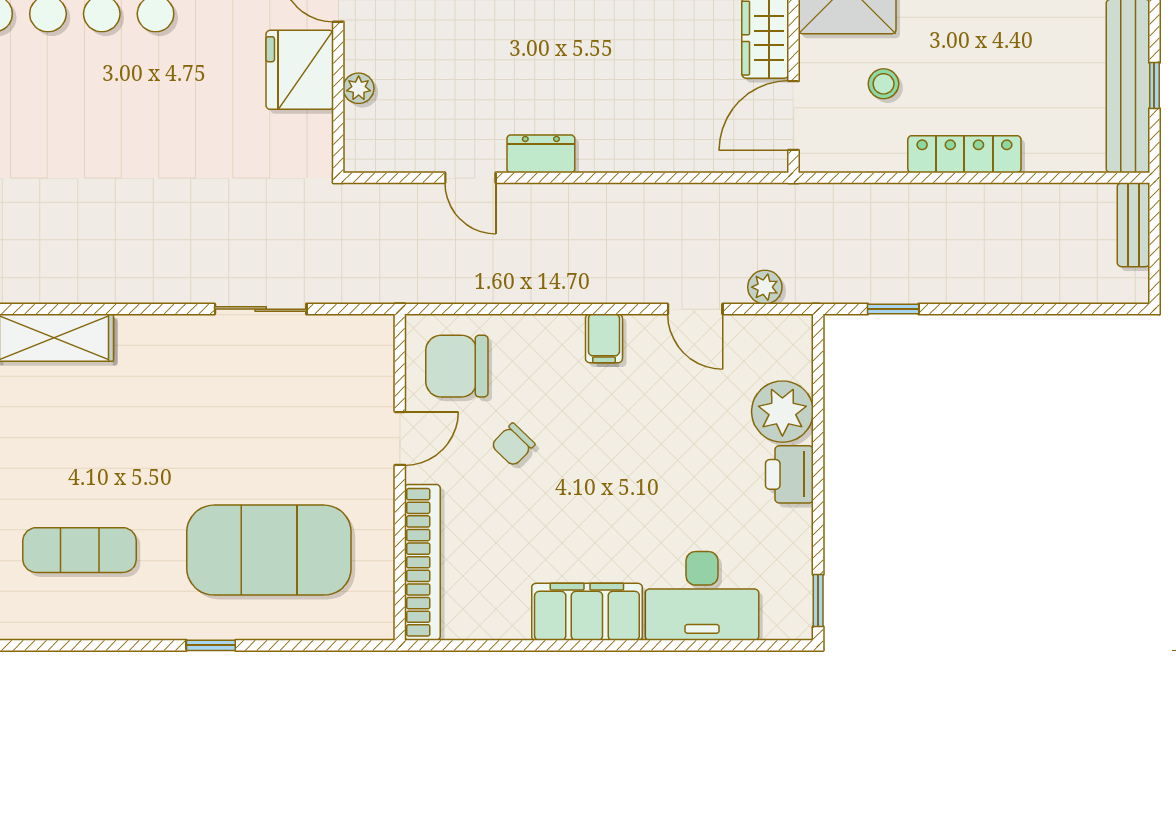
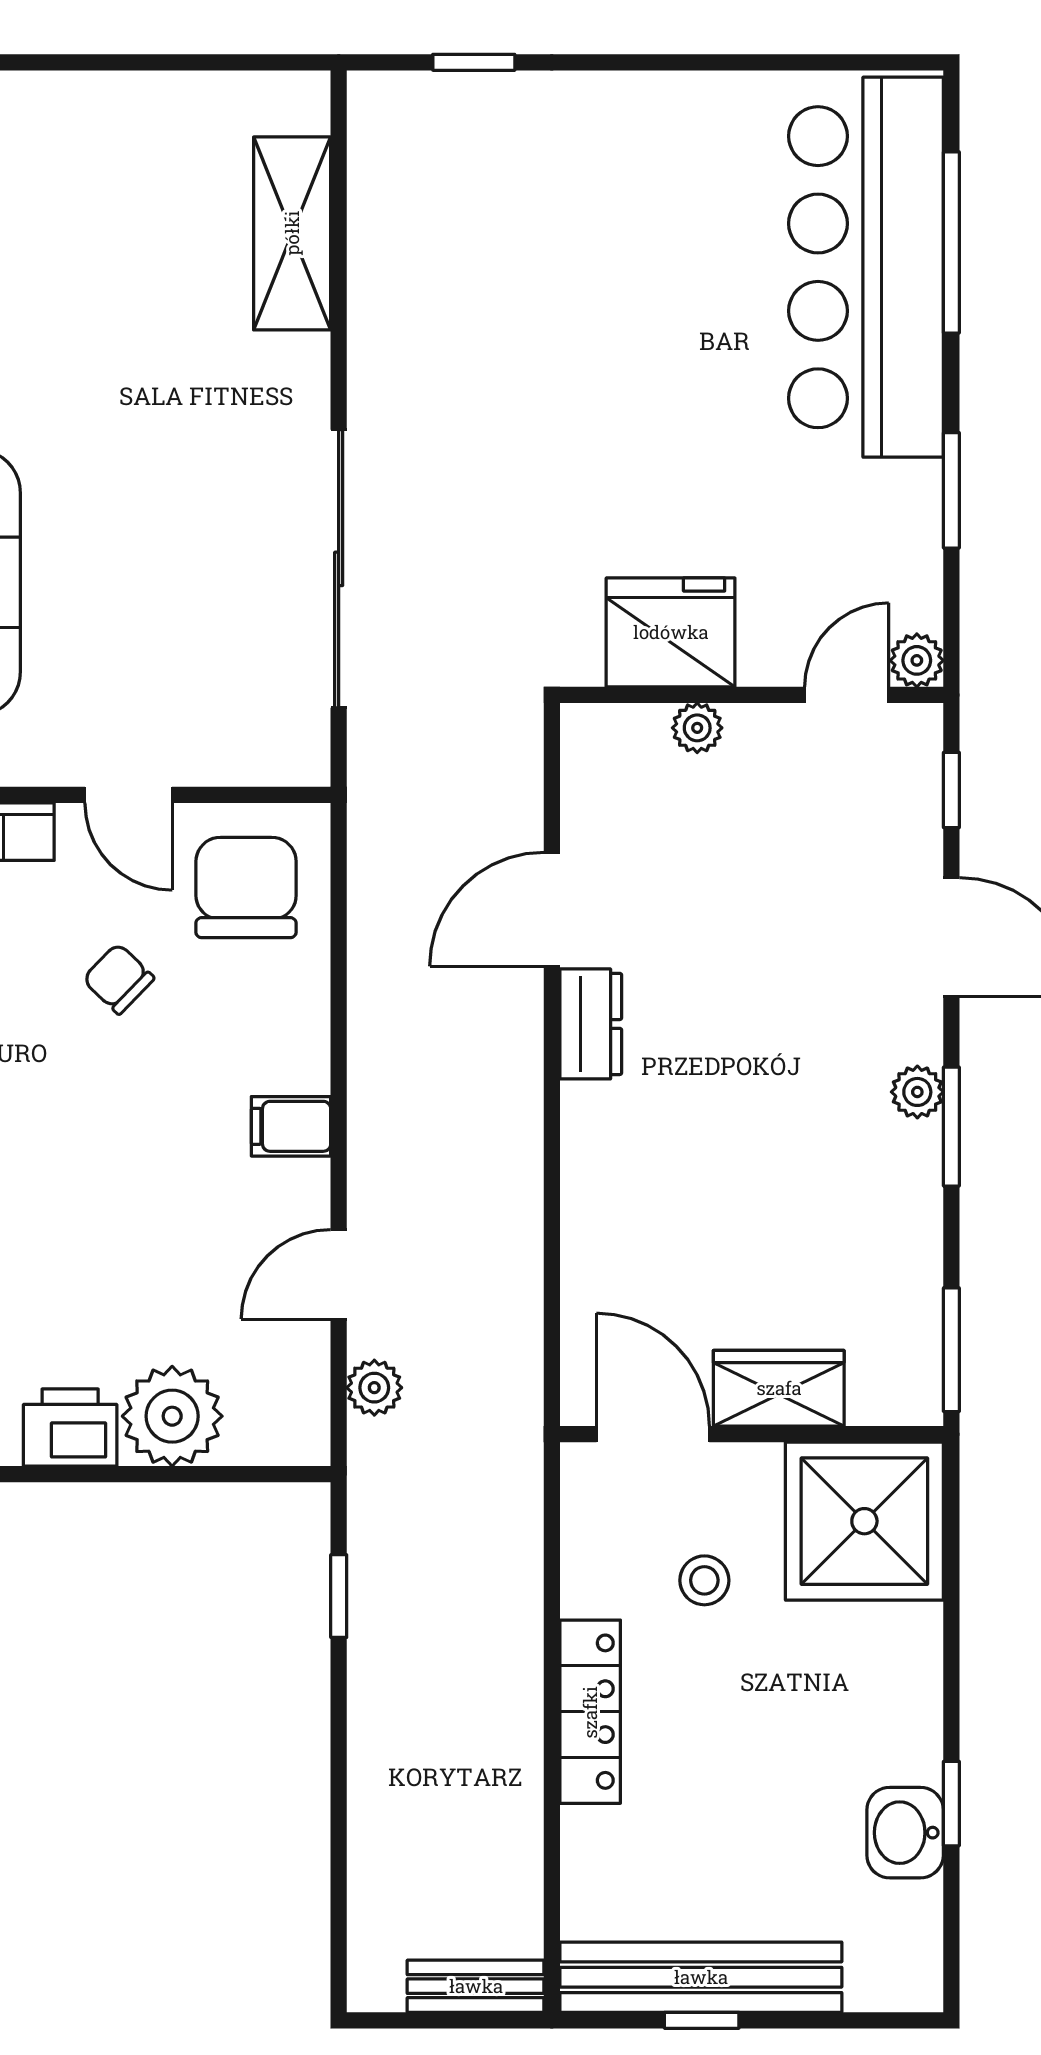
fridge: (300, 70) -> (671, 632), moved
door: (470, 178) -> (552, 909), width x1.38
sliding door: (261, 309) -> (339, 569), width x1.86

